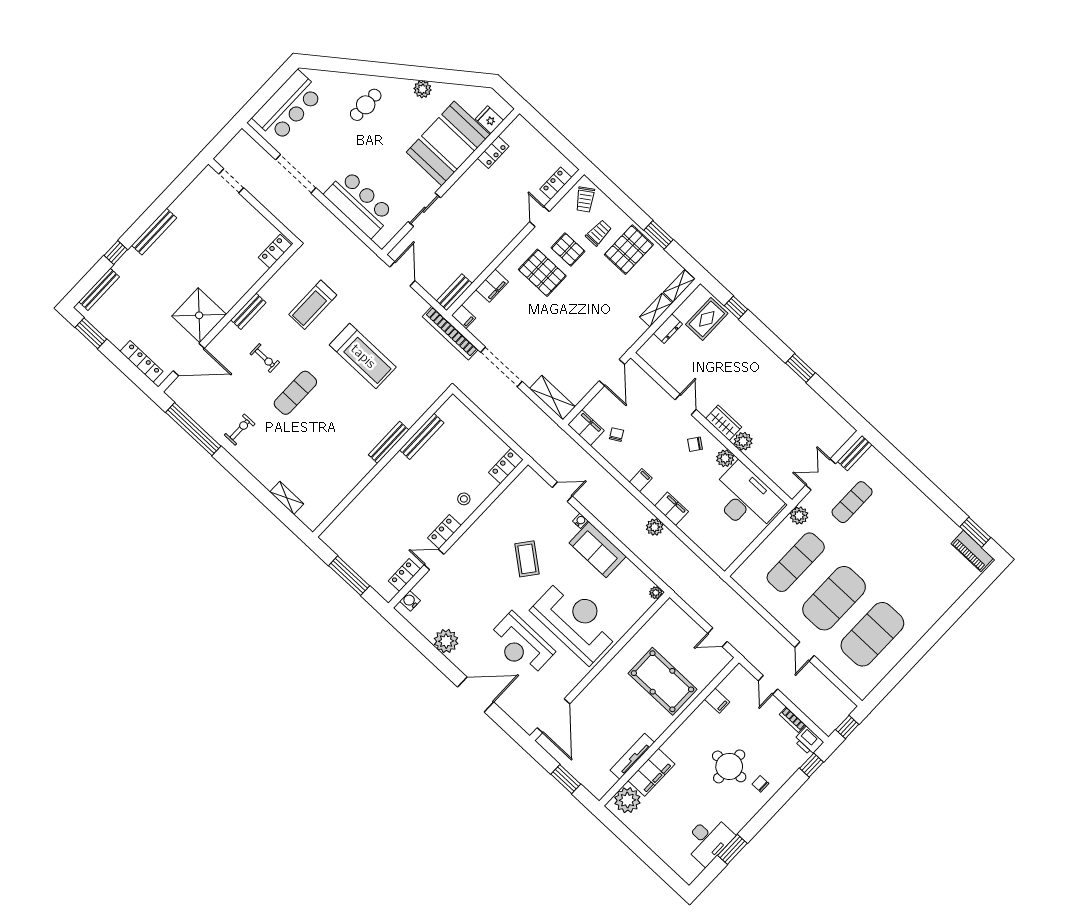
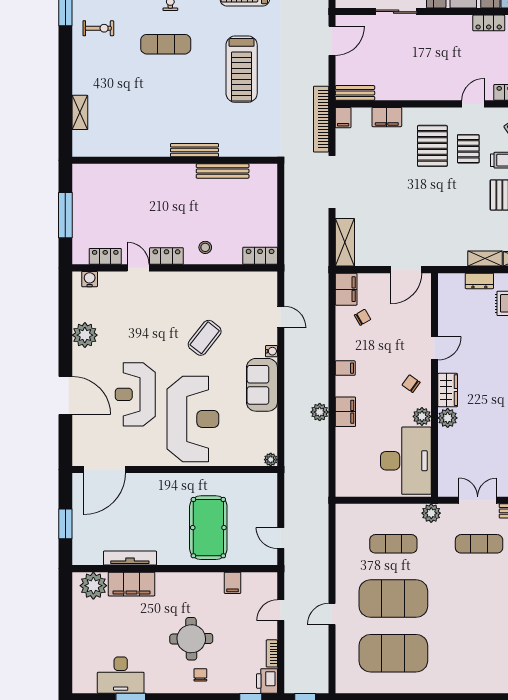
exercise mat: (796, 562) -> (393, 544), width x0.73, depth x0.69

